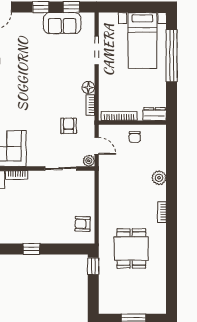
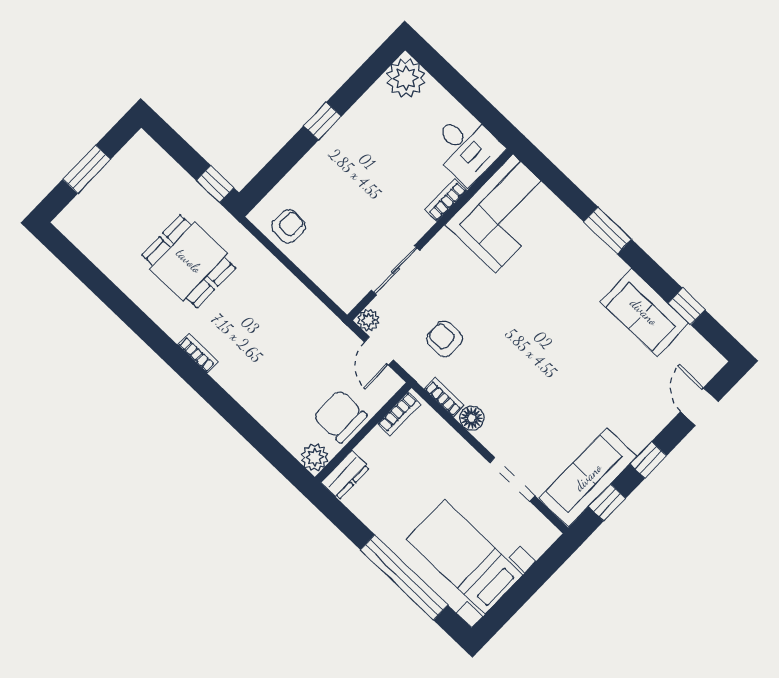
sofa: (62, 23) -> (588, 477), width x1.36
bookcase: (119, 116) -> (399, 414), width x0.64
armchair: (69, 126) -> (445, 339), turned 180
chair: (135, 137) -> (340, 416), width x1.87, depth x1.87
door: (97, 146) -> (379, 351), hinge flipped
plant: (159, 178) -> (315, 457), moved

